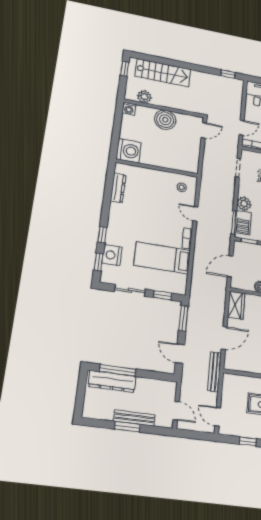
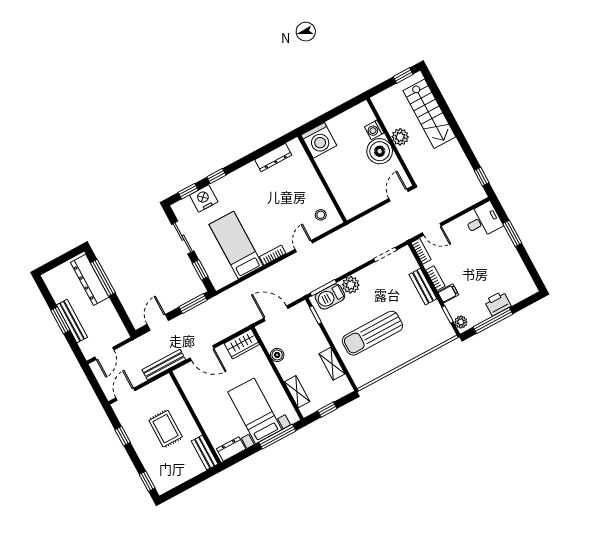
plant: (144, 97) -> (400, 137), moved
washing machine: (129, 109) -> (374, 130), moved
door: (204, 130) -> (399, 195), swing flipped

